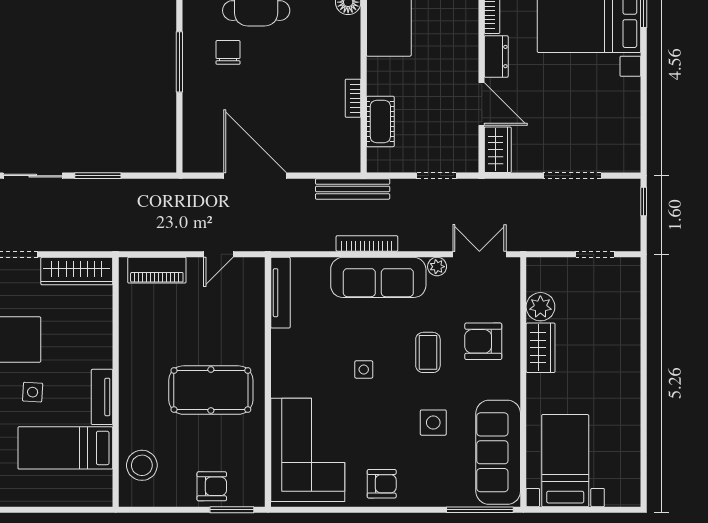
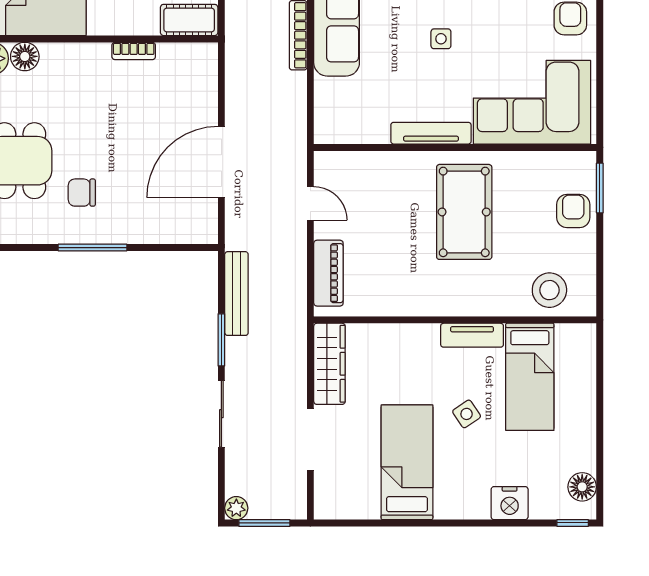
cot: (380, 121) -> (189, 20), moved
bench: (353, 189) -> (236, 294), moved
tv unit: (280, 293) -> (431, 133), moved
side table: (33, 392) -> (467, 414), turned -37

